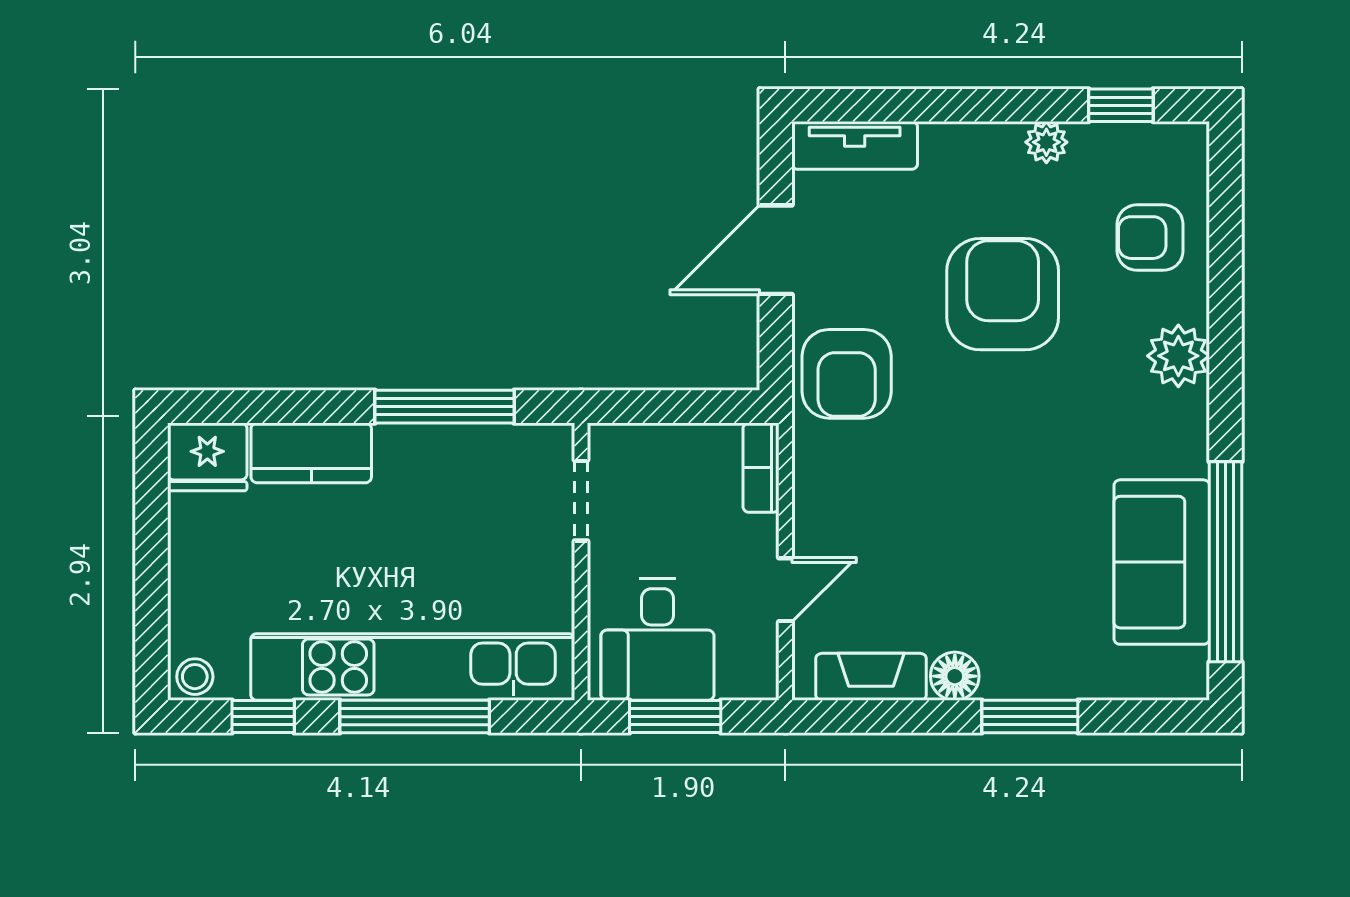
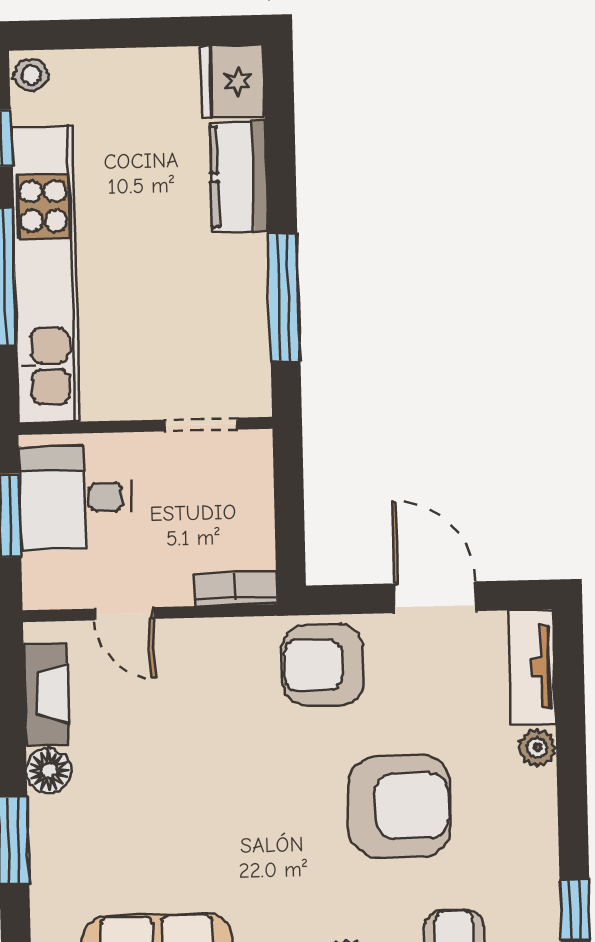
plant: (1046, 142) -> (537, 748), moved

